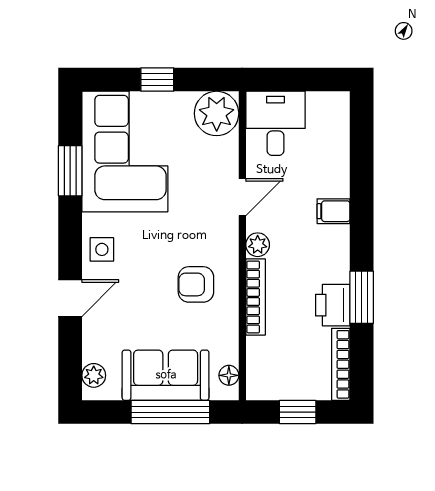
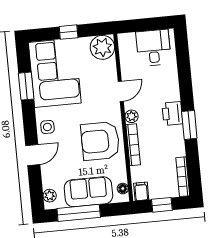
desk: (276, 123) -> (153, 48), moved
filing cabinet: (334, 211) -> (141, 191), moved, turned 90
armchair: (196, 284) -> (100, 141), width x1.88, depth x1.88
window: (362, 297) -> (189, 125), moved
printer: (333, 305) -> (172, 113), moved
window: (170, 412) -> (79, 213), moved

